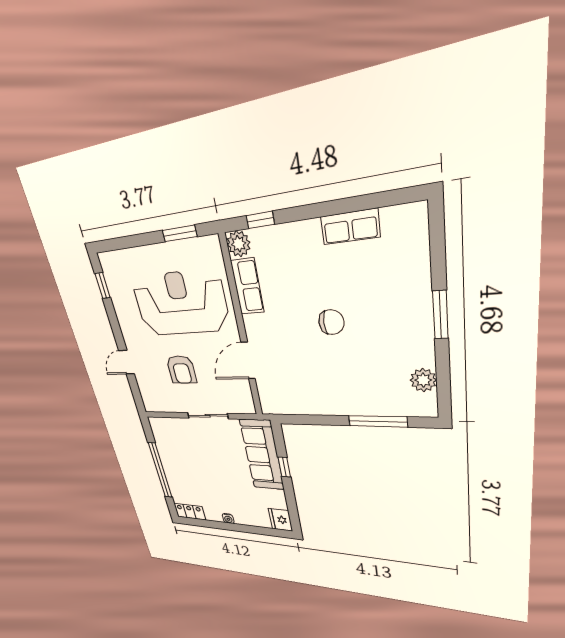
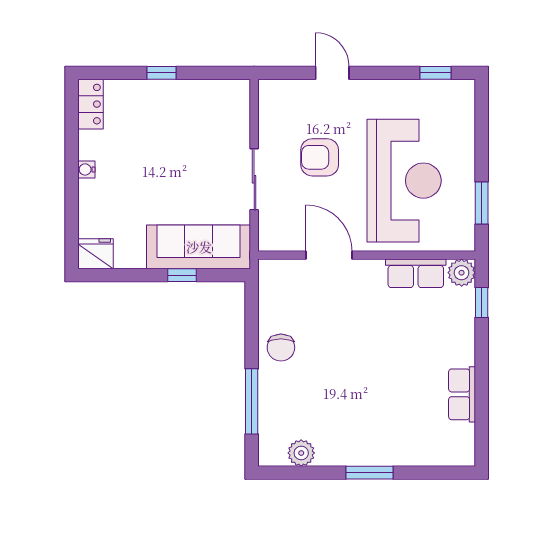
chair: (331, 322) -> (281, 348), moved
window: (160, 470) -> (162, 73), width x0.32

